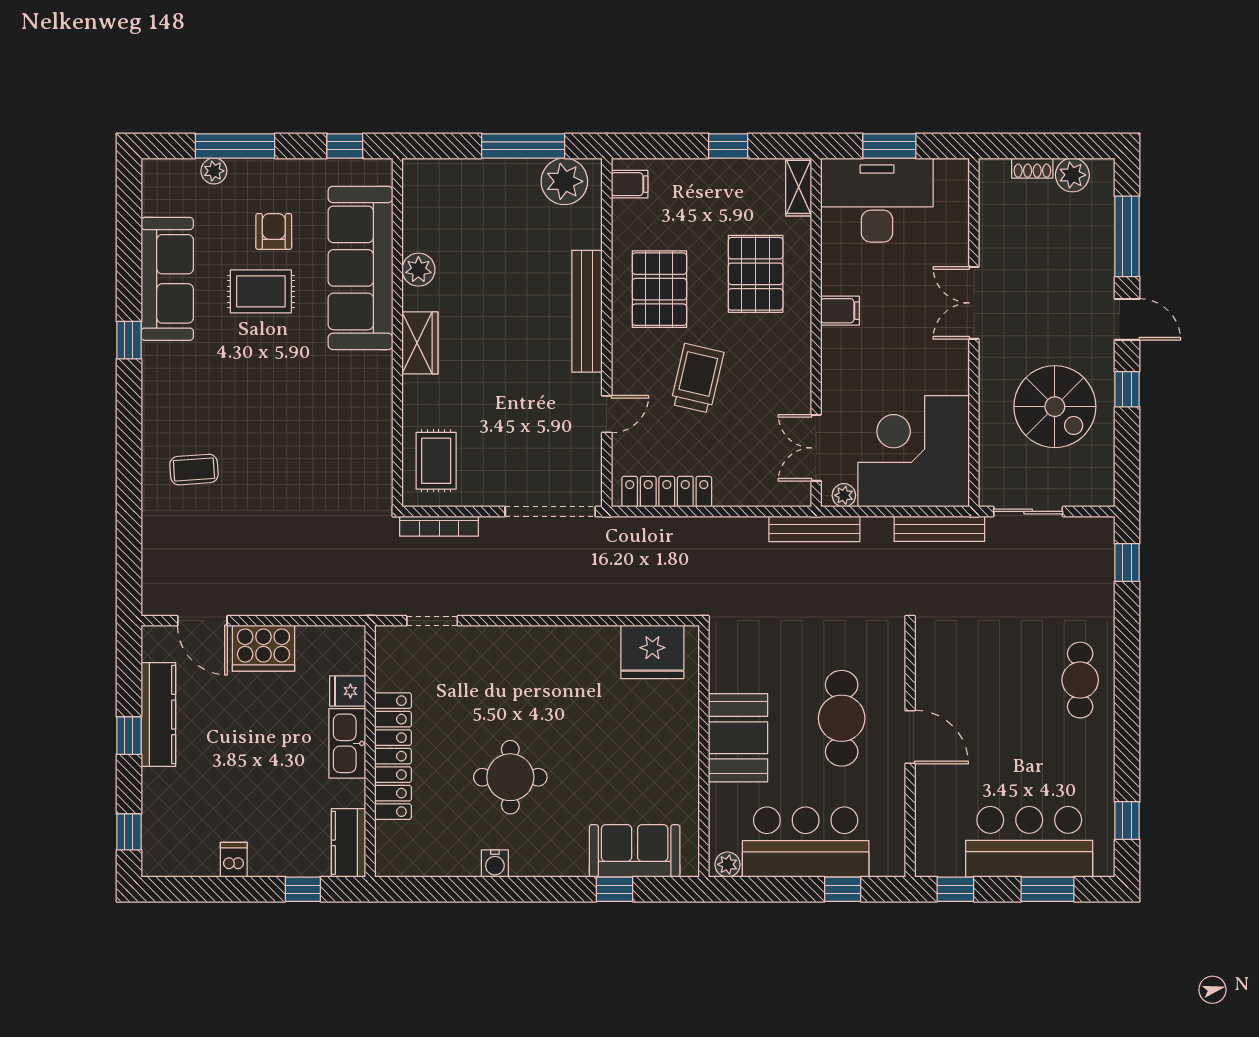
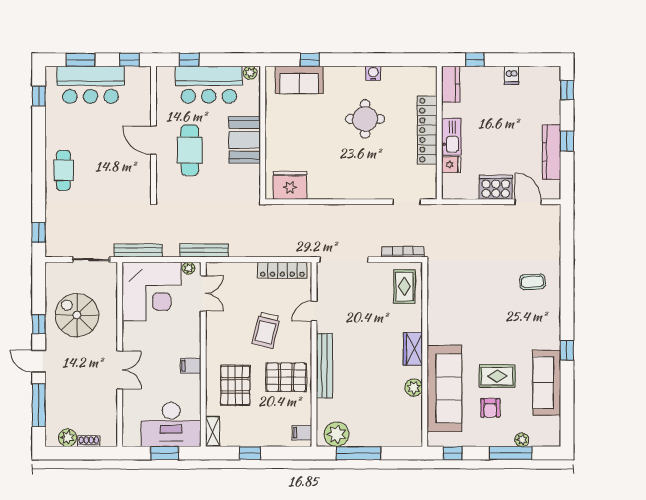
pallet: (659, 289) -> (286, 377), turned 90

